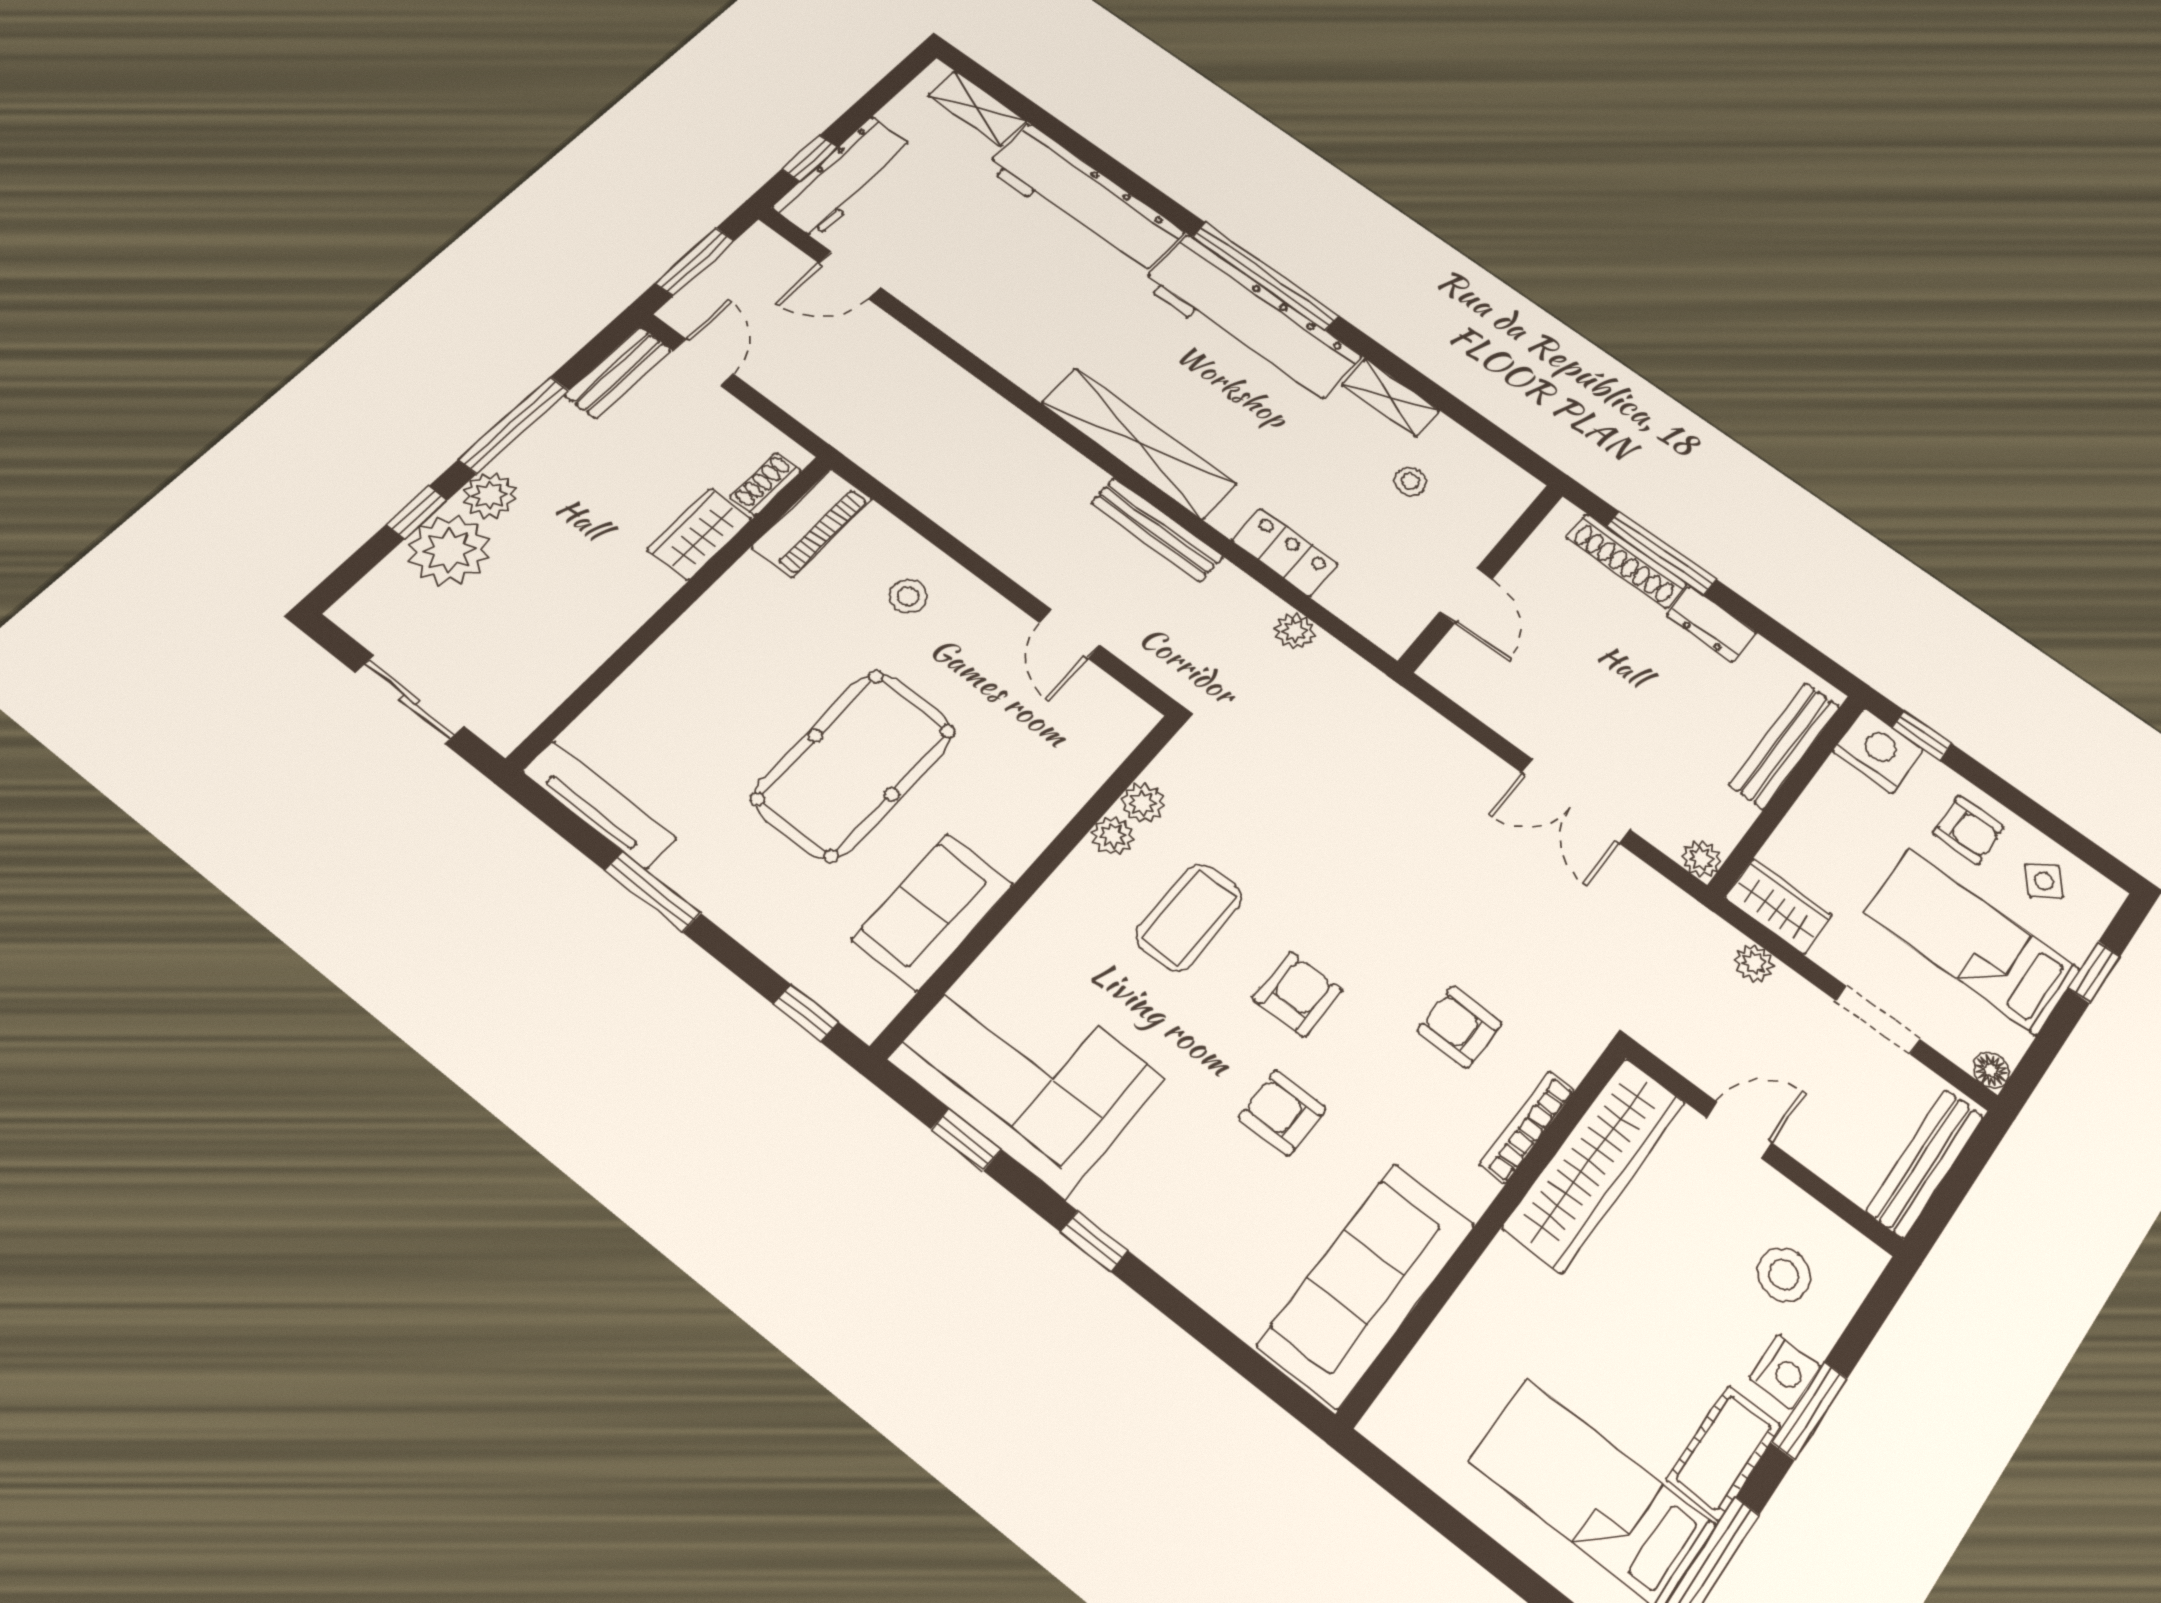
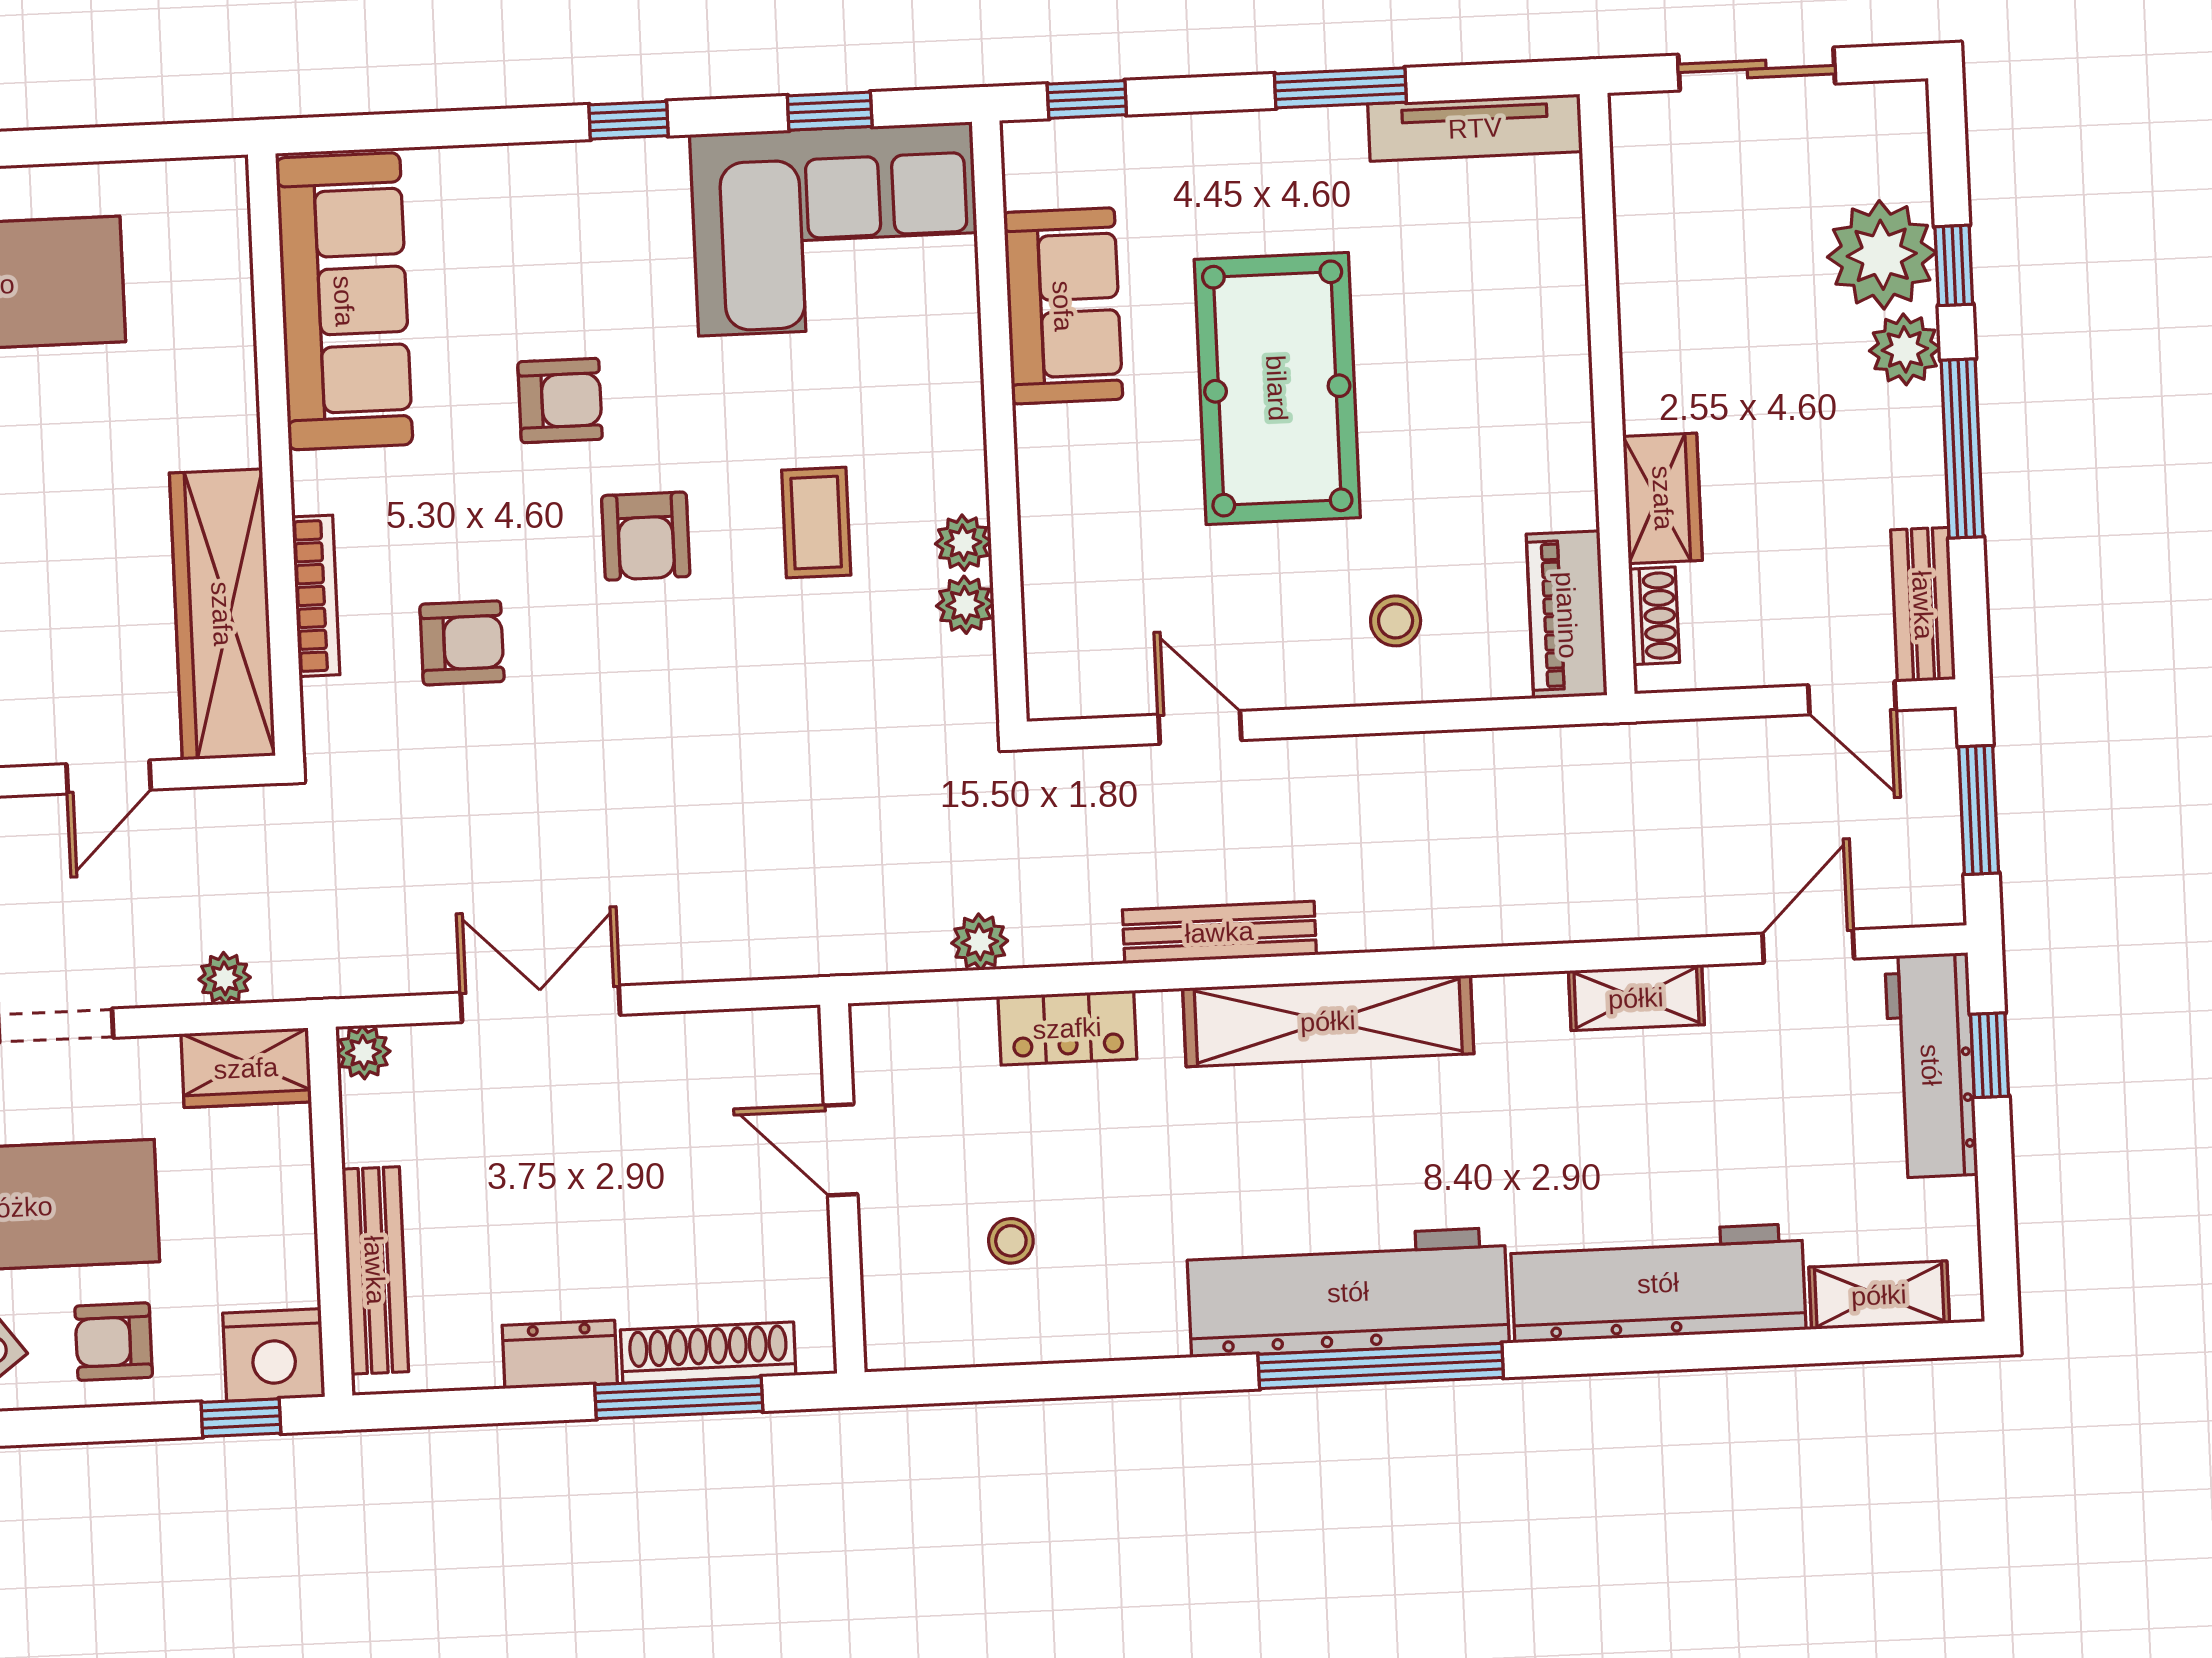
shelving: (1390, 398) -> (1636, 998), moved
coffee table: (1189, 917) -> (816, 523), width x0.73, depth x0.77

